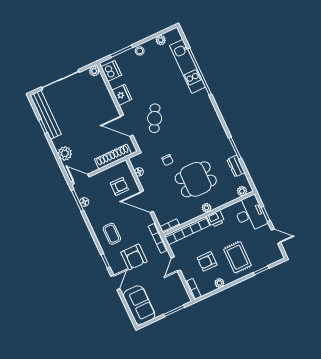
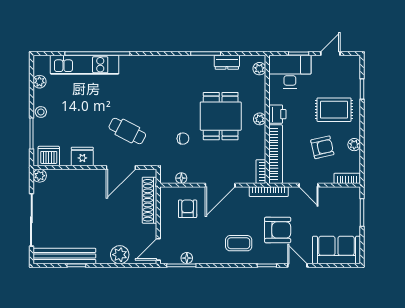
armchair: (207, 261) -> (322, 147), turned -103

